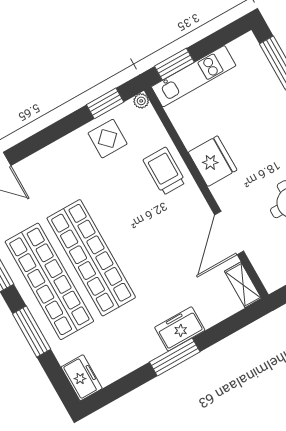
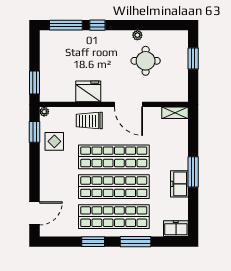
kitchen unit: (194, 76) -> (47, 76), removed
fridge: (213, 161) -> (88, 91), moved
door: (229, 233) -> (128, 104), moved
shop shelf: (133, 234) -> (114, 157), added
freezer: (180, 329) -> (179, 184), moved

